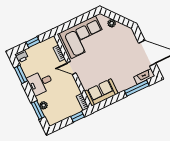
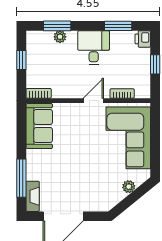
window: (78, 117) -> (21, 60), moved

